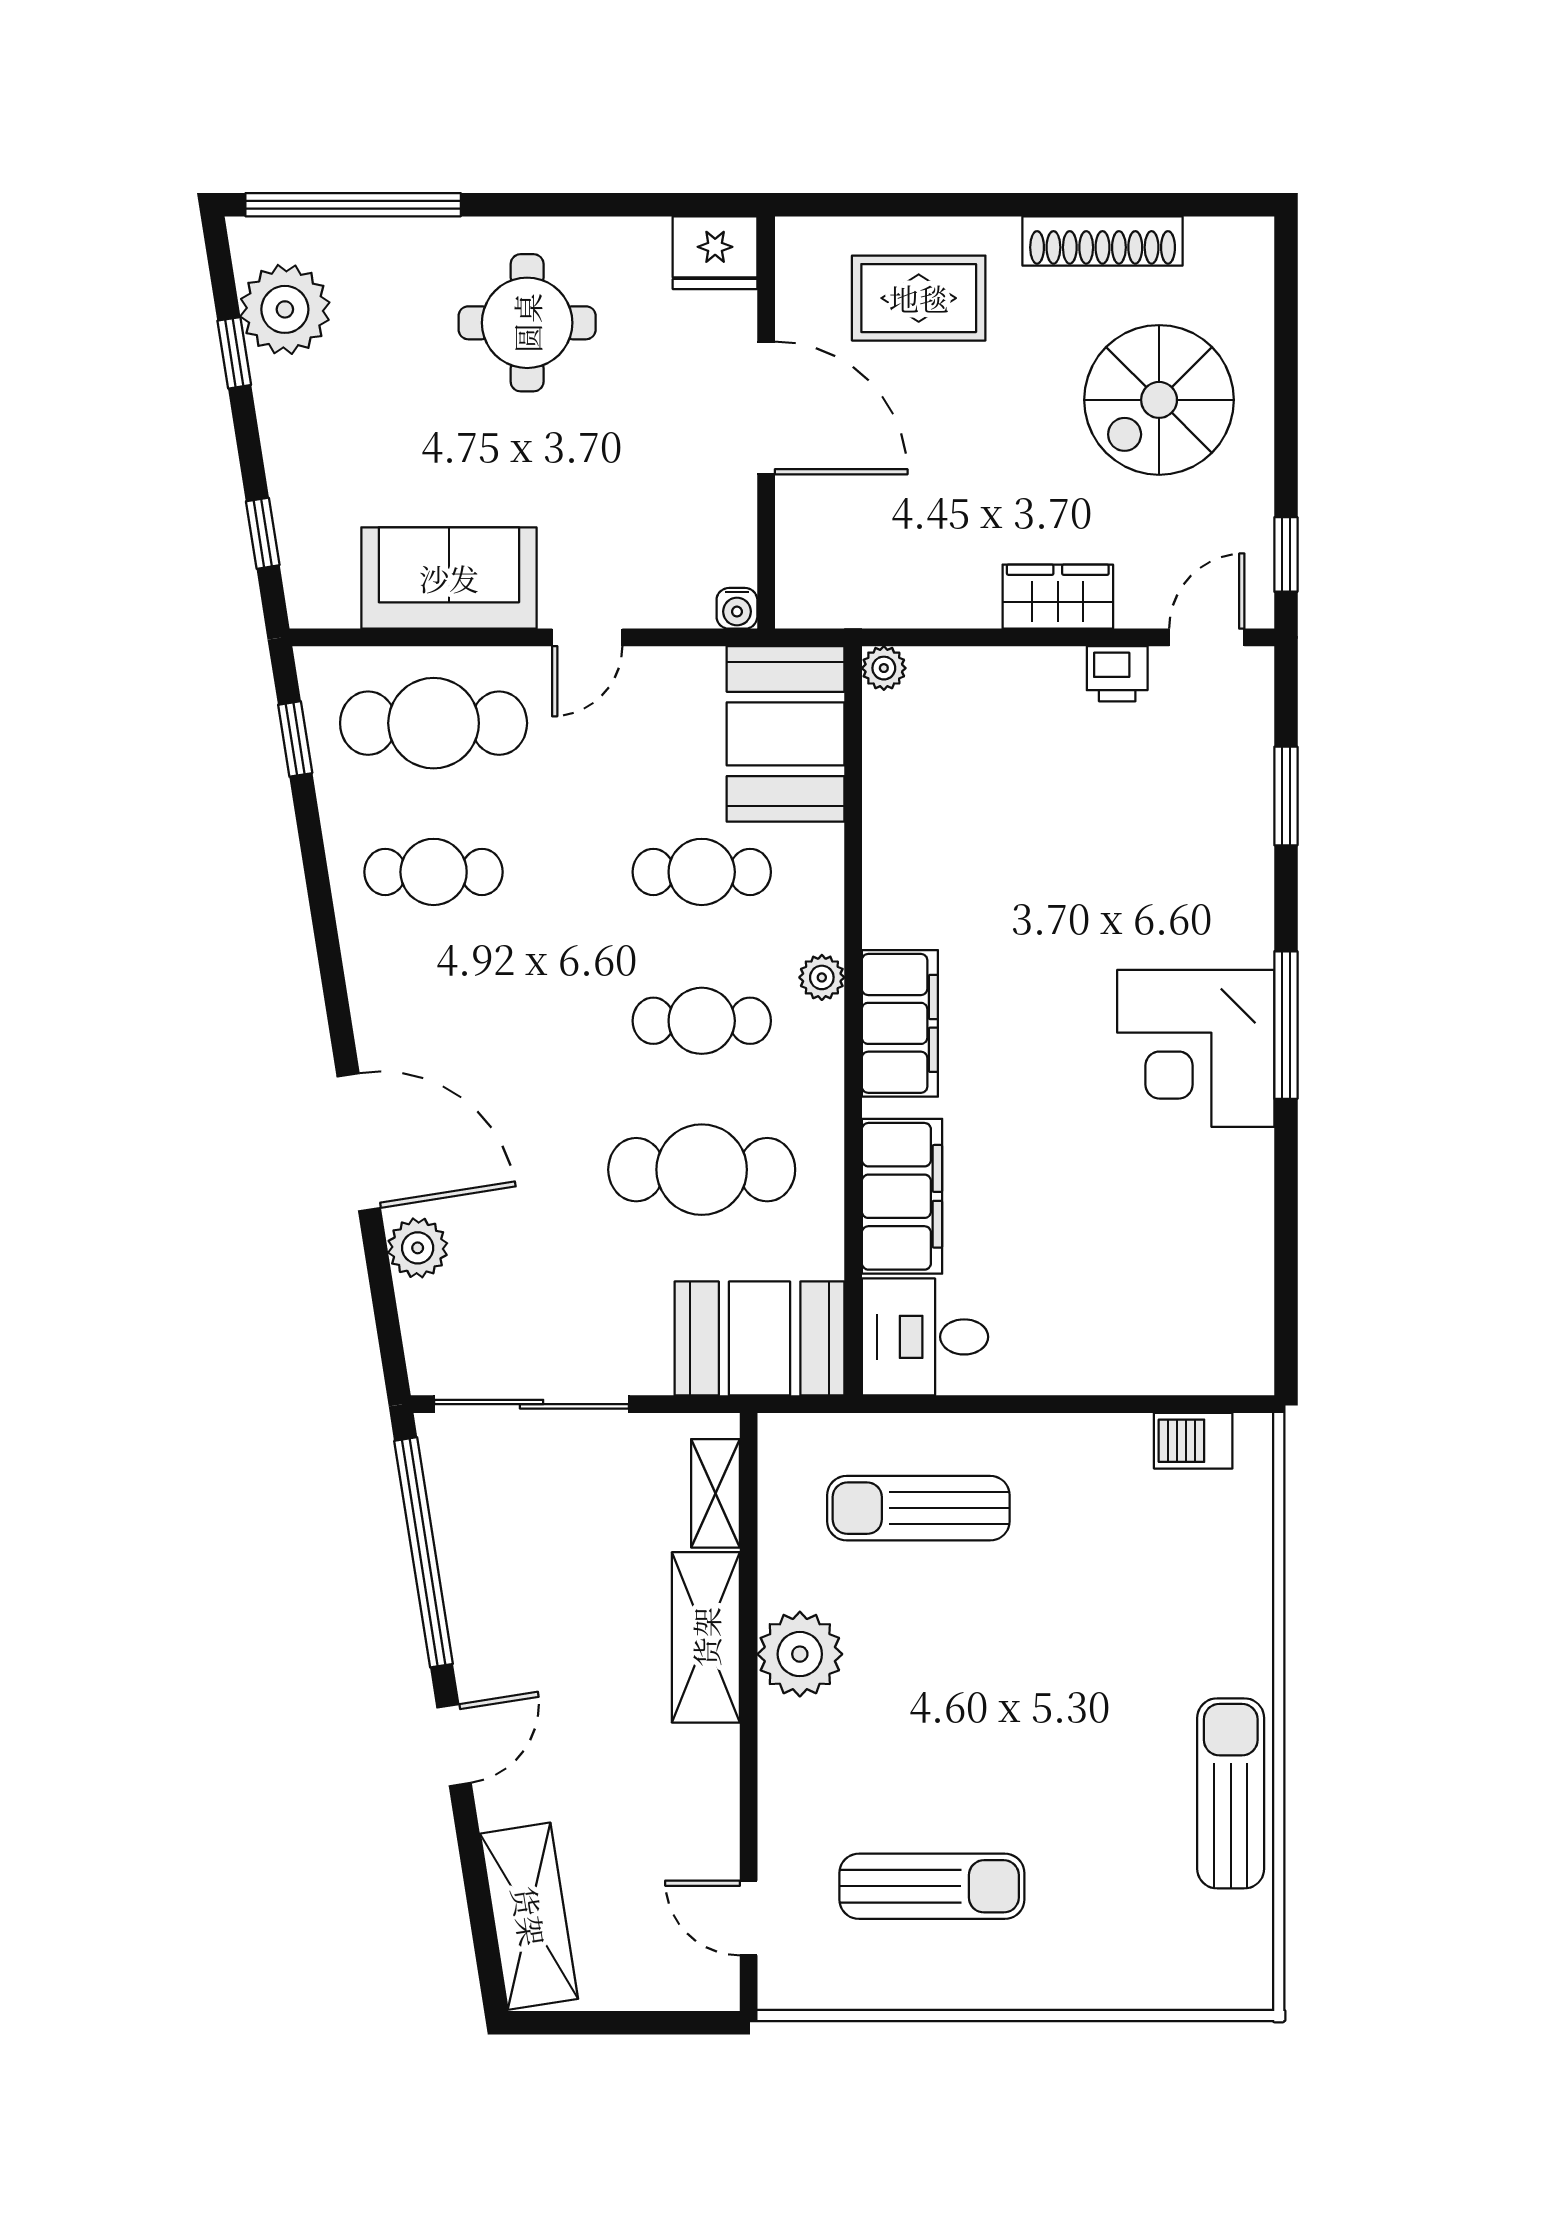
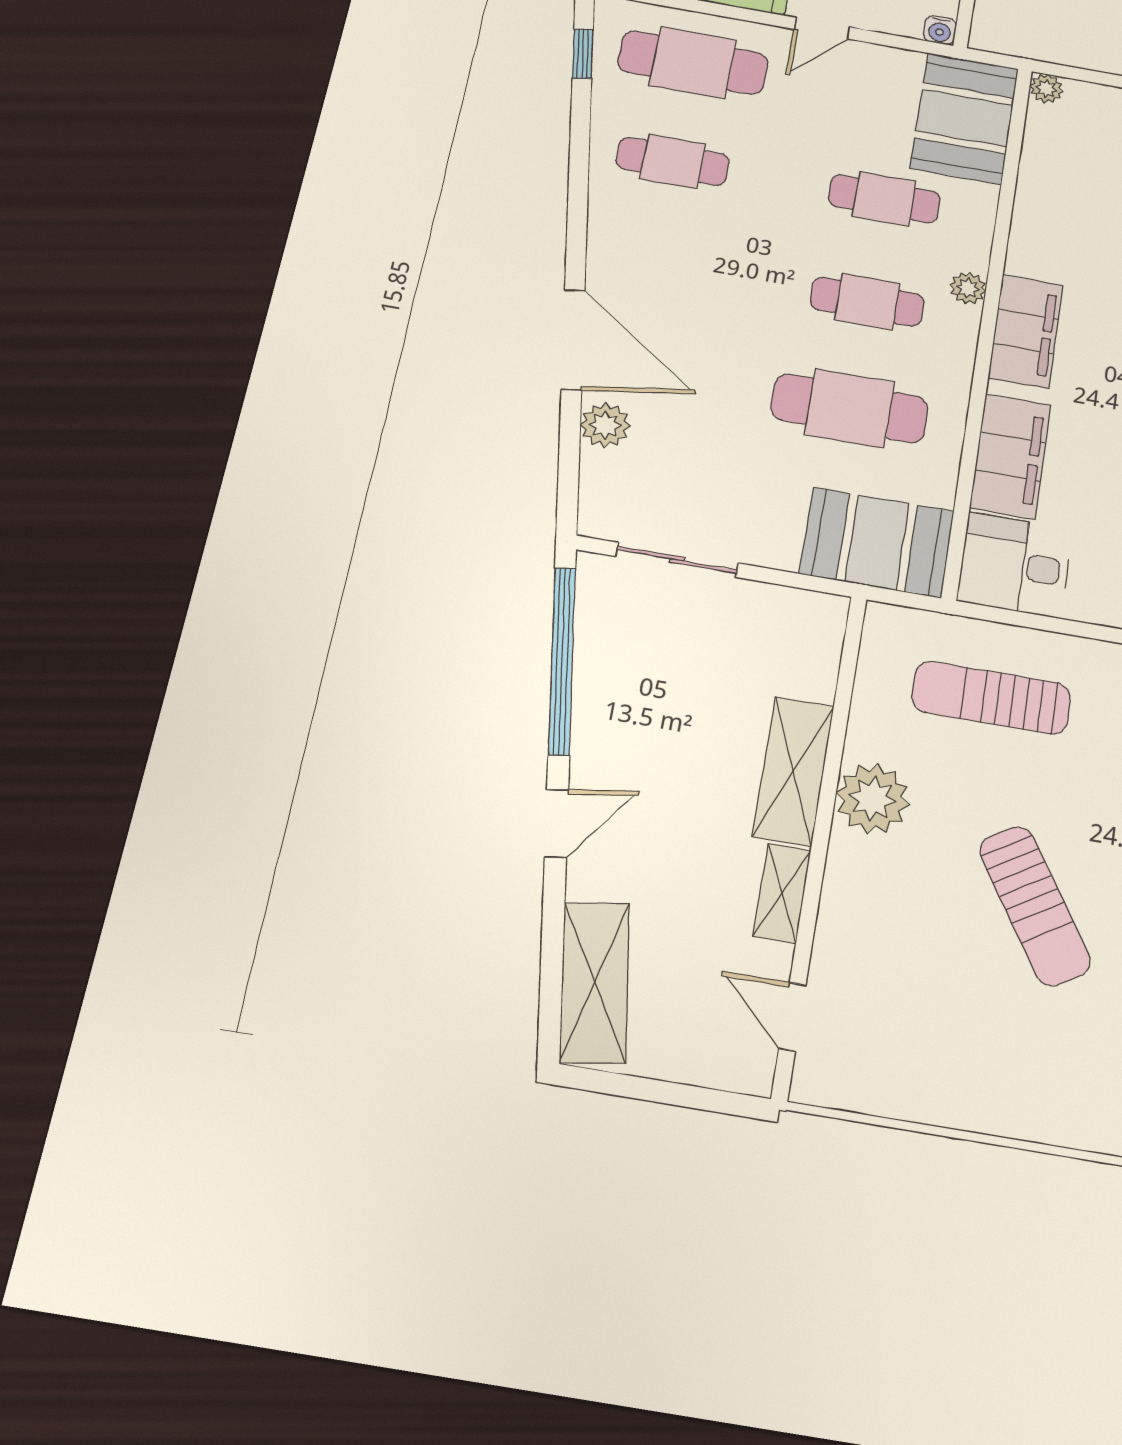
sliding door: (532, 1404) -> (677, 560), width x0.73
shelving: (715, 1493) -> (782, 893), moved
sun lounger: (932, 1886) -> (1035, 906), moved, turned 58

